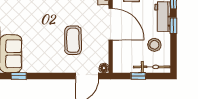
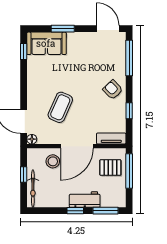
coffee table: (73, 40) -> (60, 107), turned -66
stool: (154, 45) -> (53, 161), moved

